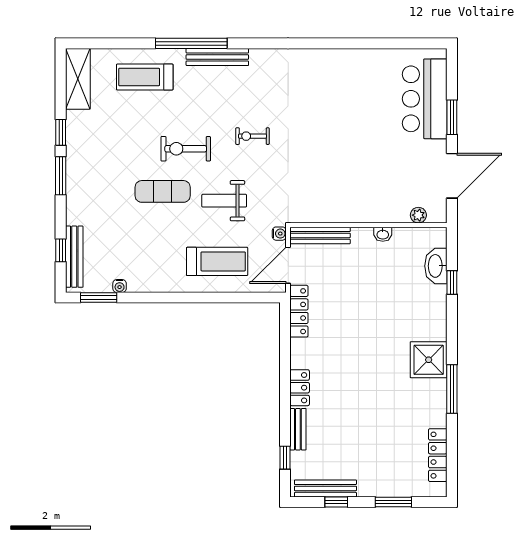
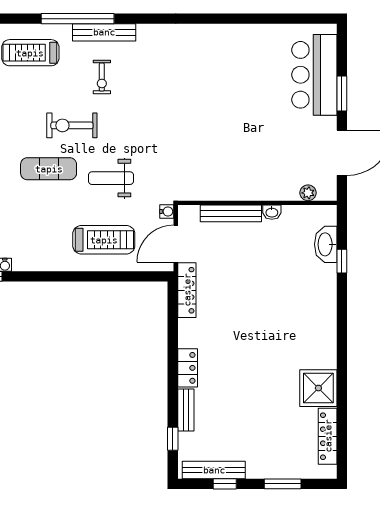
exercise bike: (252, 136) -> (102, 77), moved, turned -90
bench: (320, 235) -> (231, 213), moved
shower: (429, 360) -> (318, 388), moved
window: (452, 389) -> (342, 369), removed

